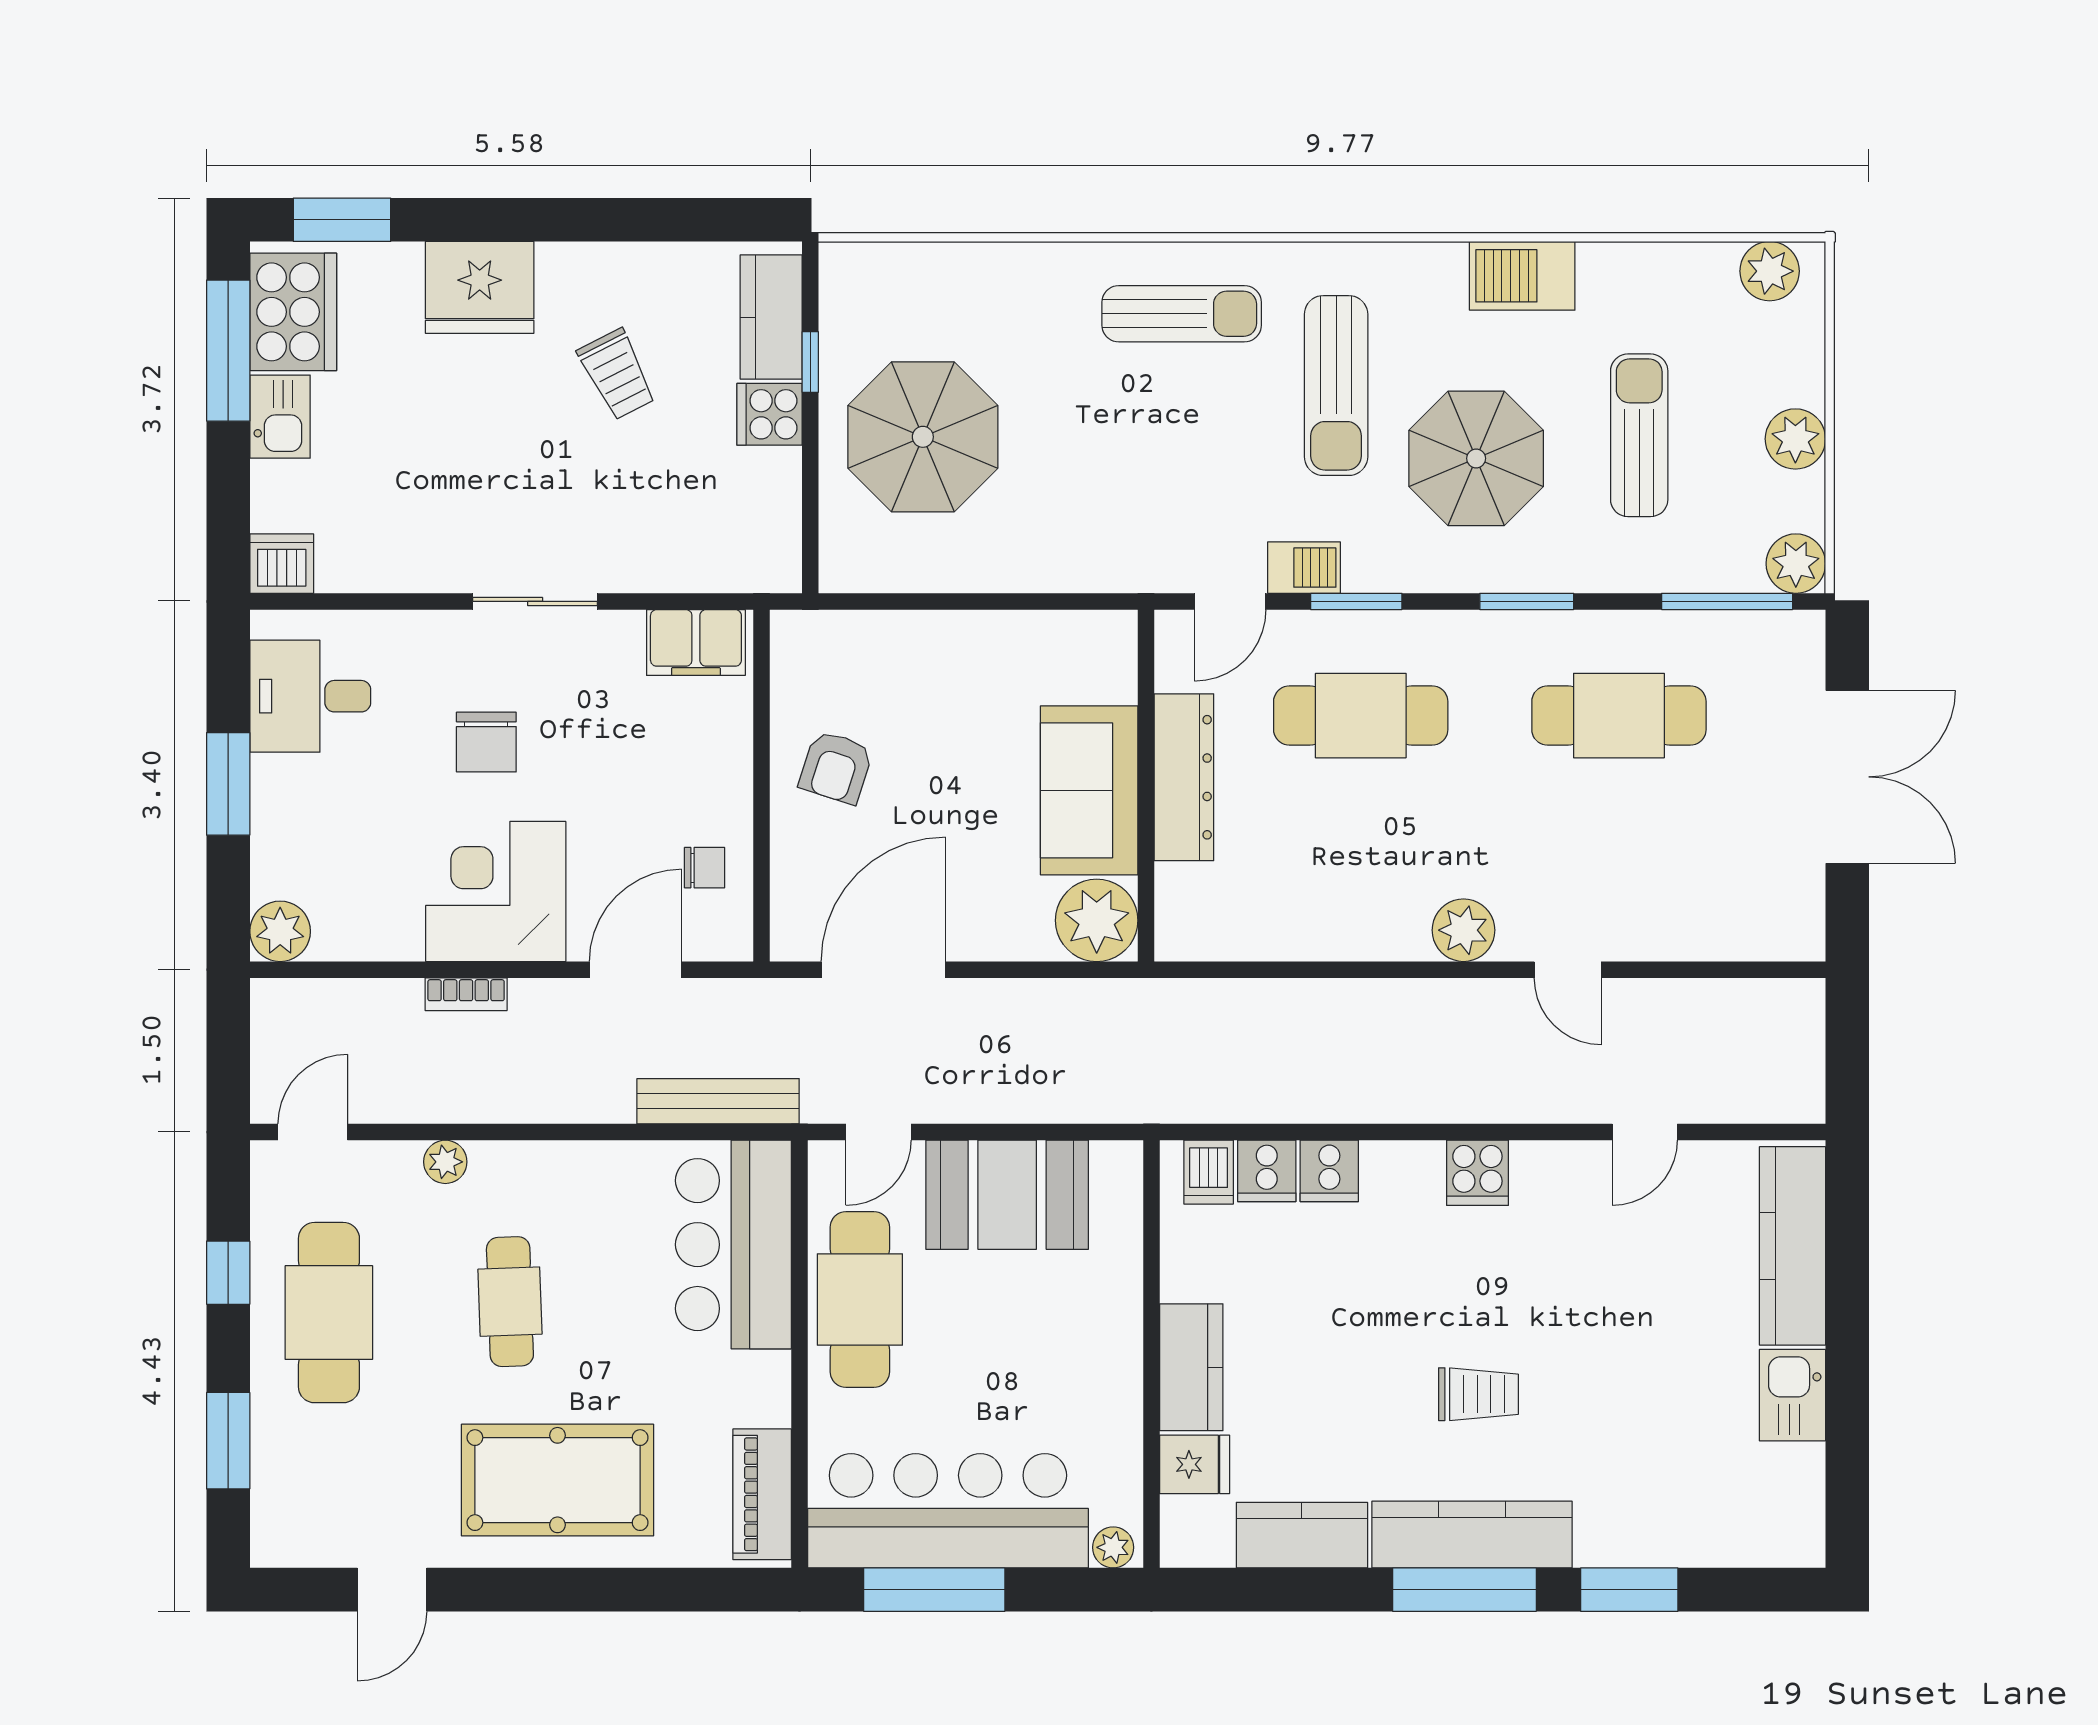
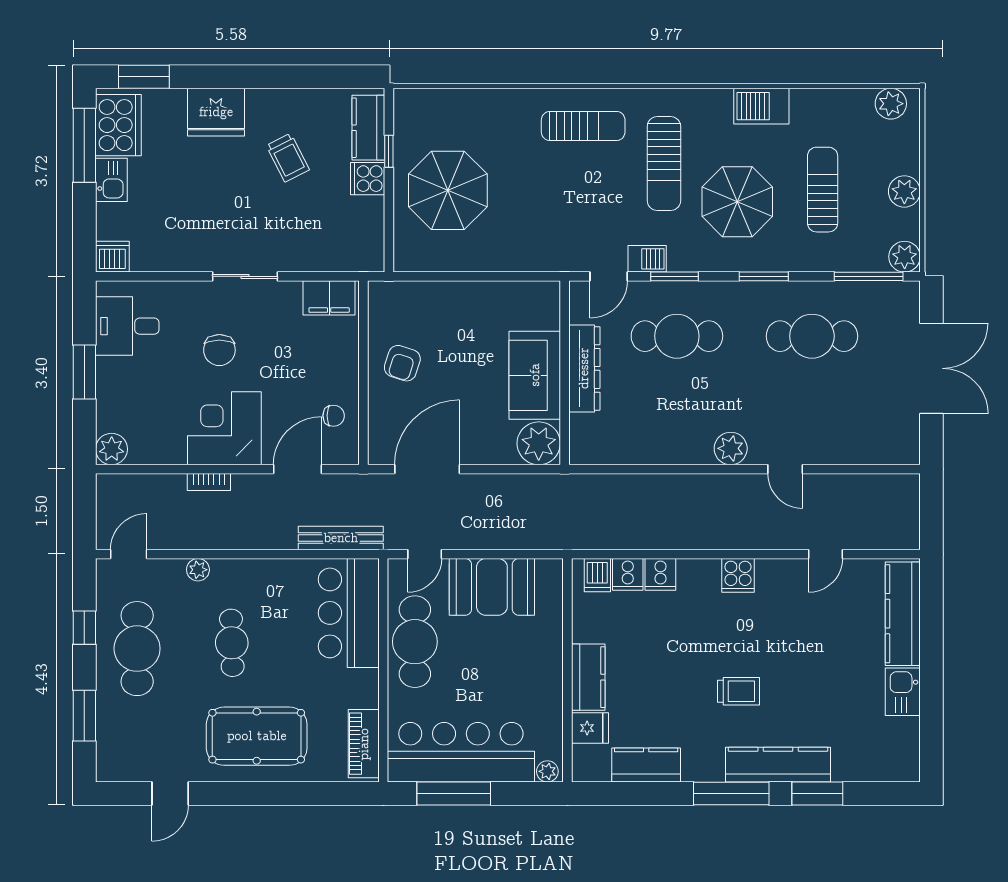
kitchen counter: (1472, 1535) -> (778, 765), moved

